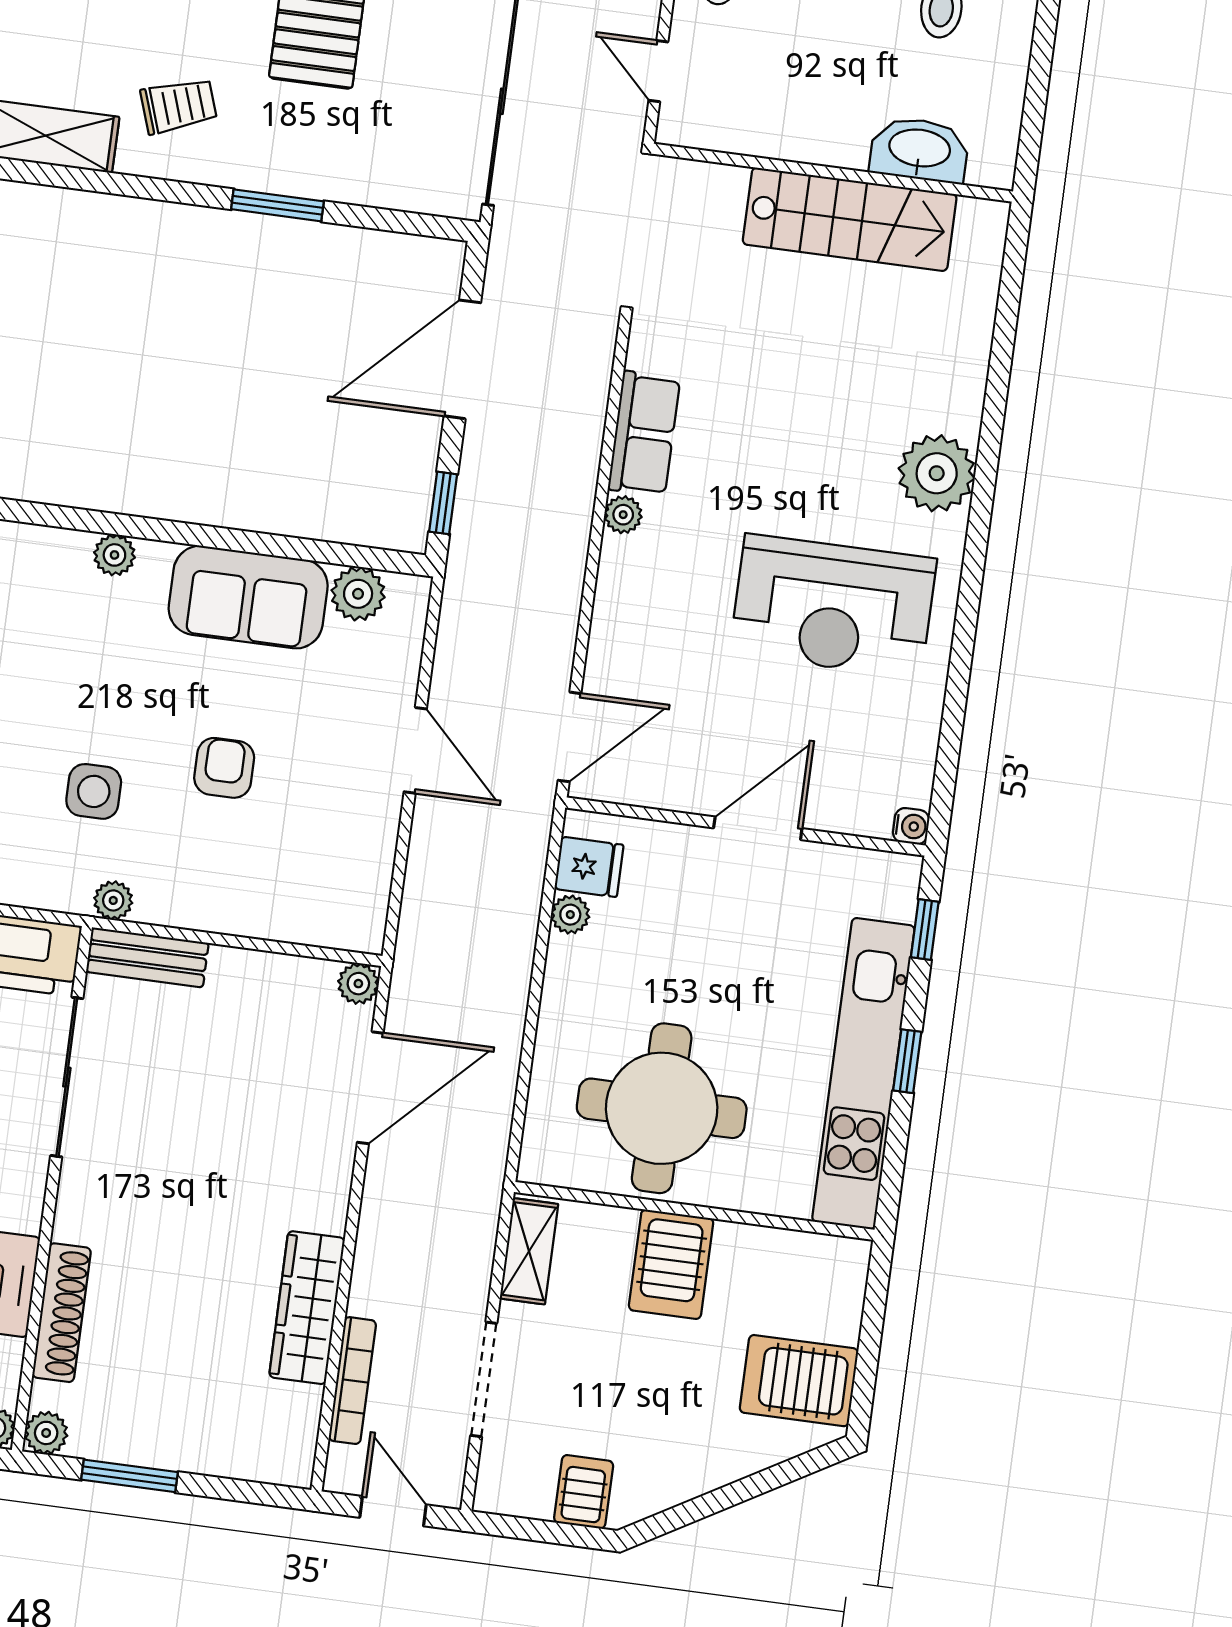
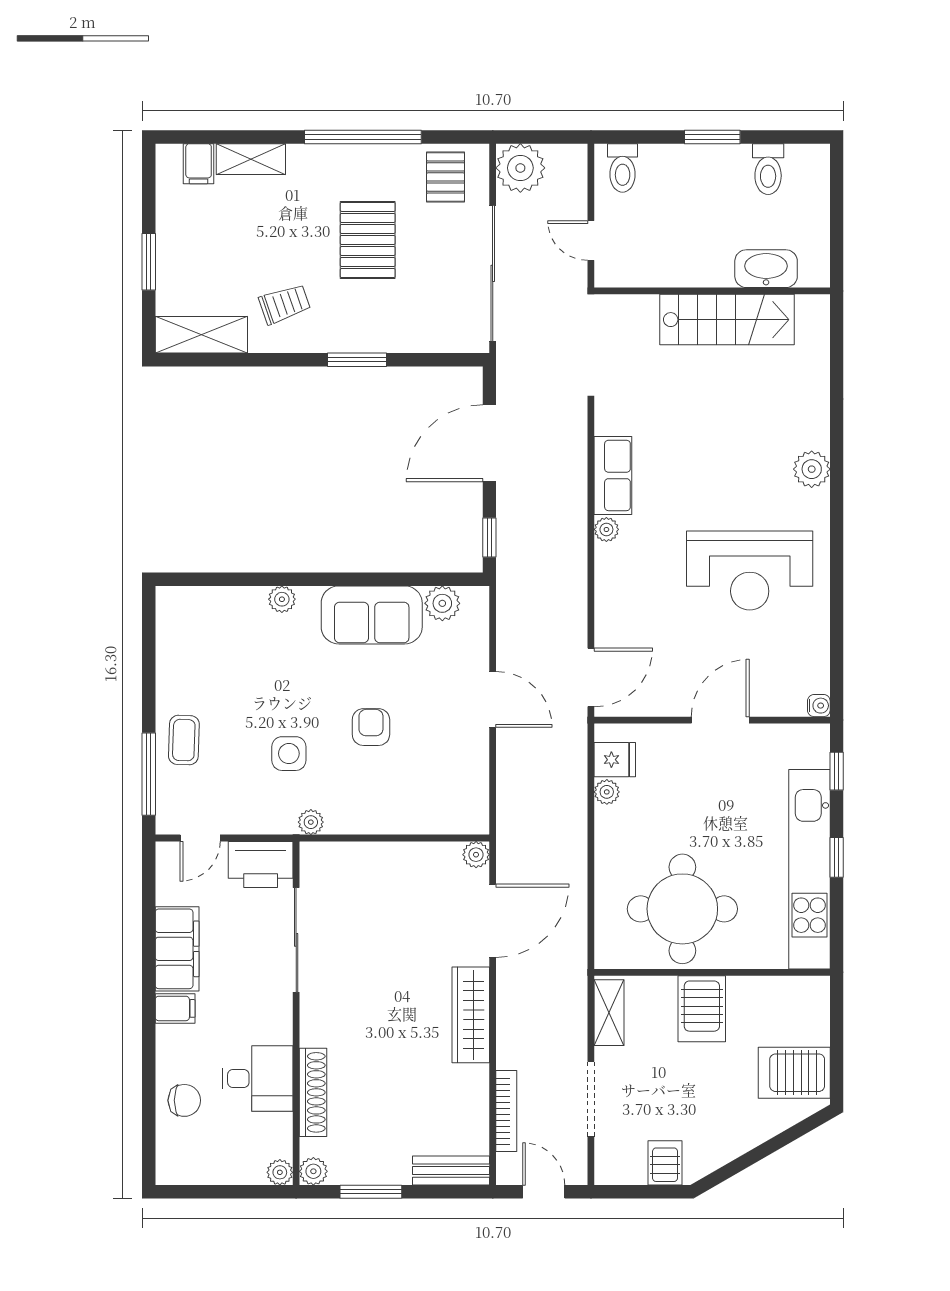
plant: (937, 473) -> (812, 469), width x0.73, depth x0.73
bench: (147, 957) -> (451, 1171), moved
wardrobe: (307, 1308) -> (471, 1015), moved

